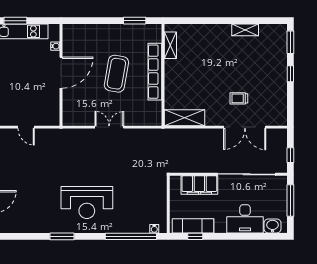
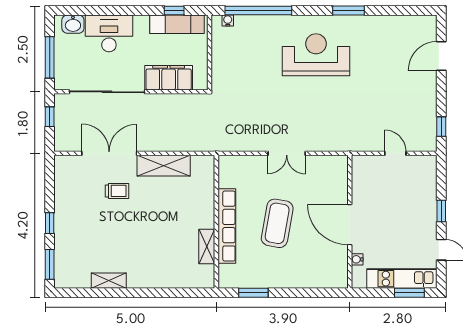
shelving: (170, 45) -> (207, 247), moved
door: (61, 73) -> (350, 225), hinge flipped
shelving: (185, 118) -> (164, 166), moved

